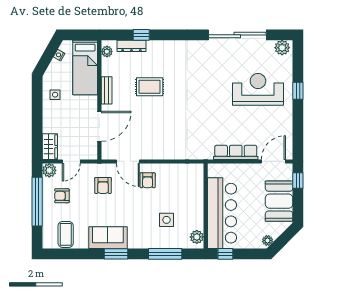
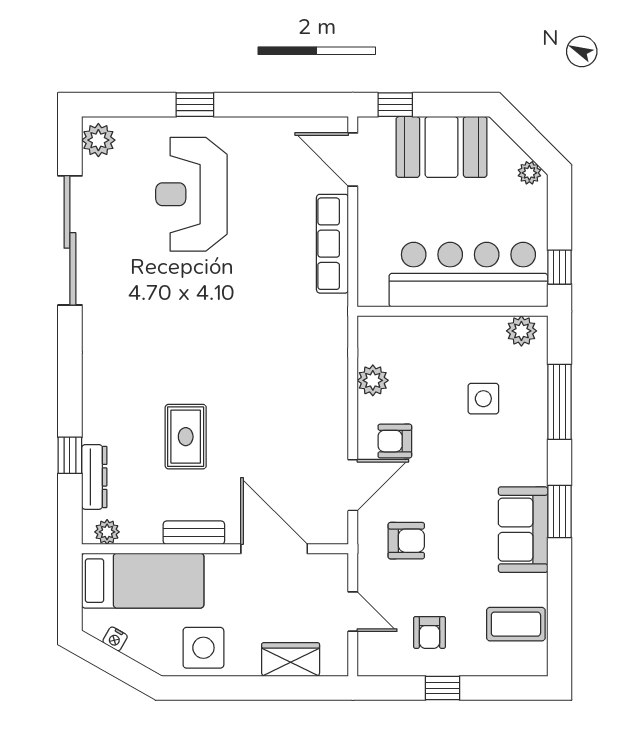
side table: (55, 95) -> (203, 648), width x1.87, depth x1.87
wardrobe: (50, 147) -> (291, 660), moved
plant: (49, 170) -> (373, 380), moved
armchair: (148, 180) -> (395, 441), turned 180
window: (37, 202) -> (442, 688), width x0.32

